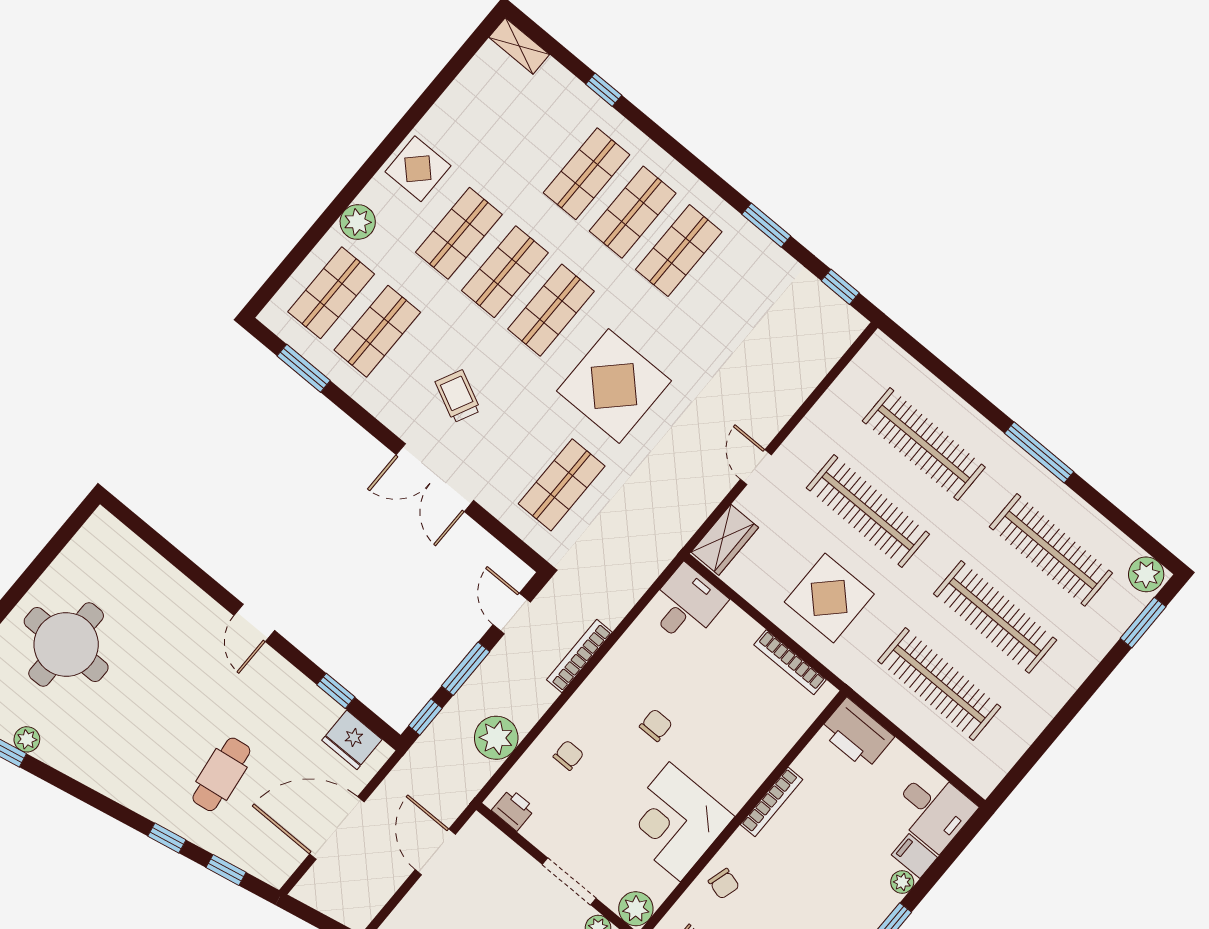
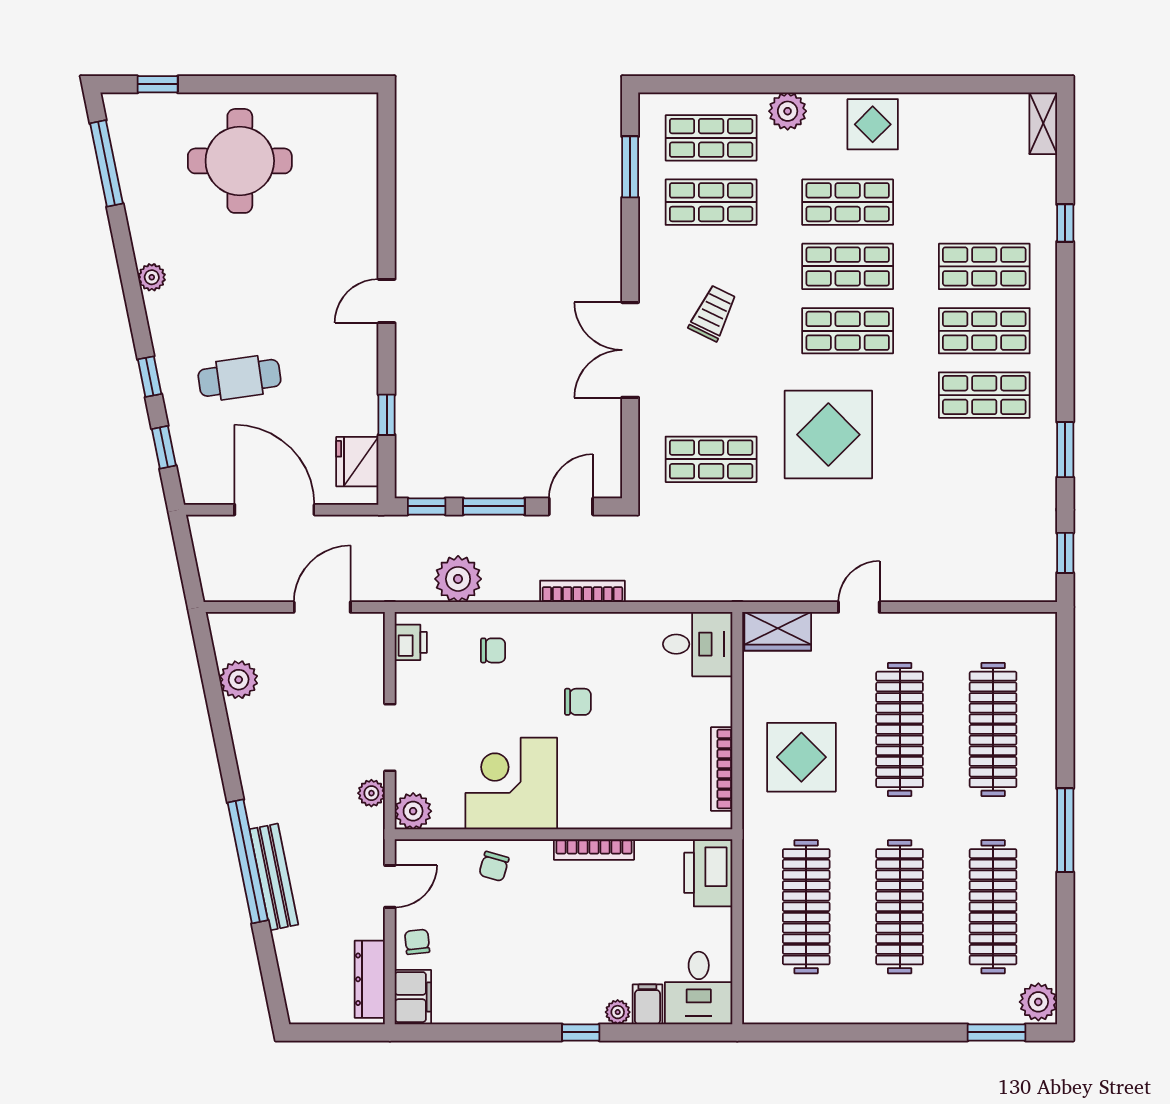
plant: (27, 739) -> (152, 277), moved

